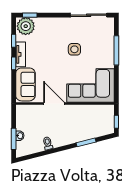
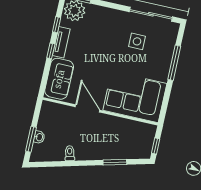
side table: (74, 49) -> (137, 41), moved

